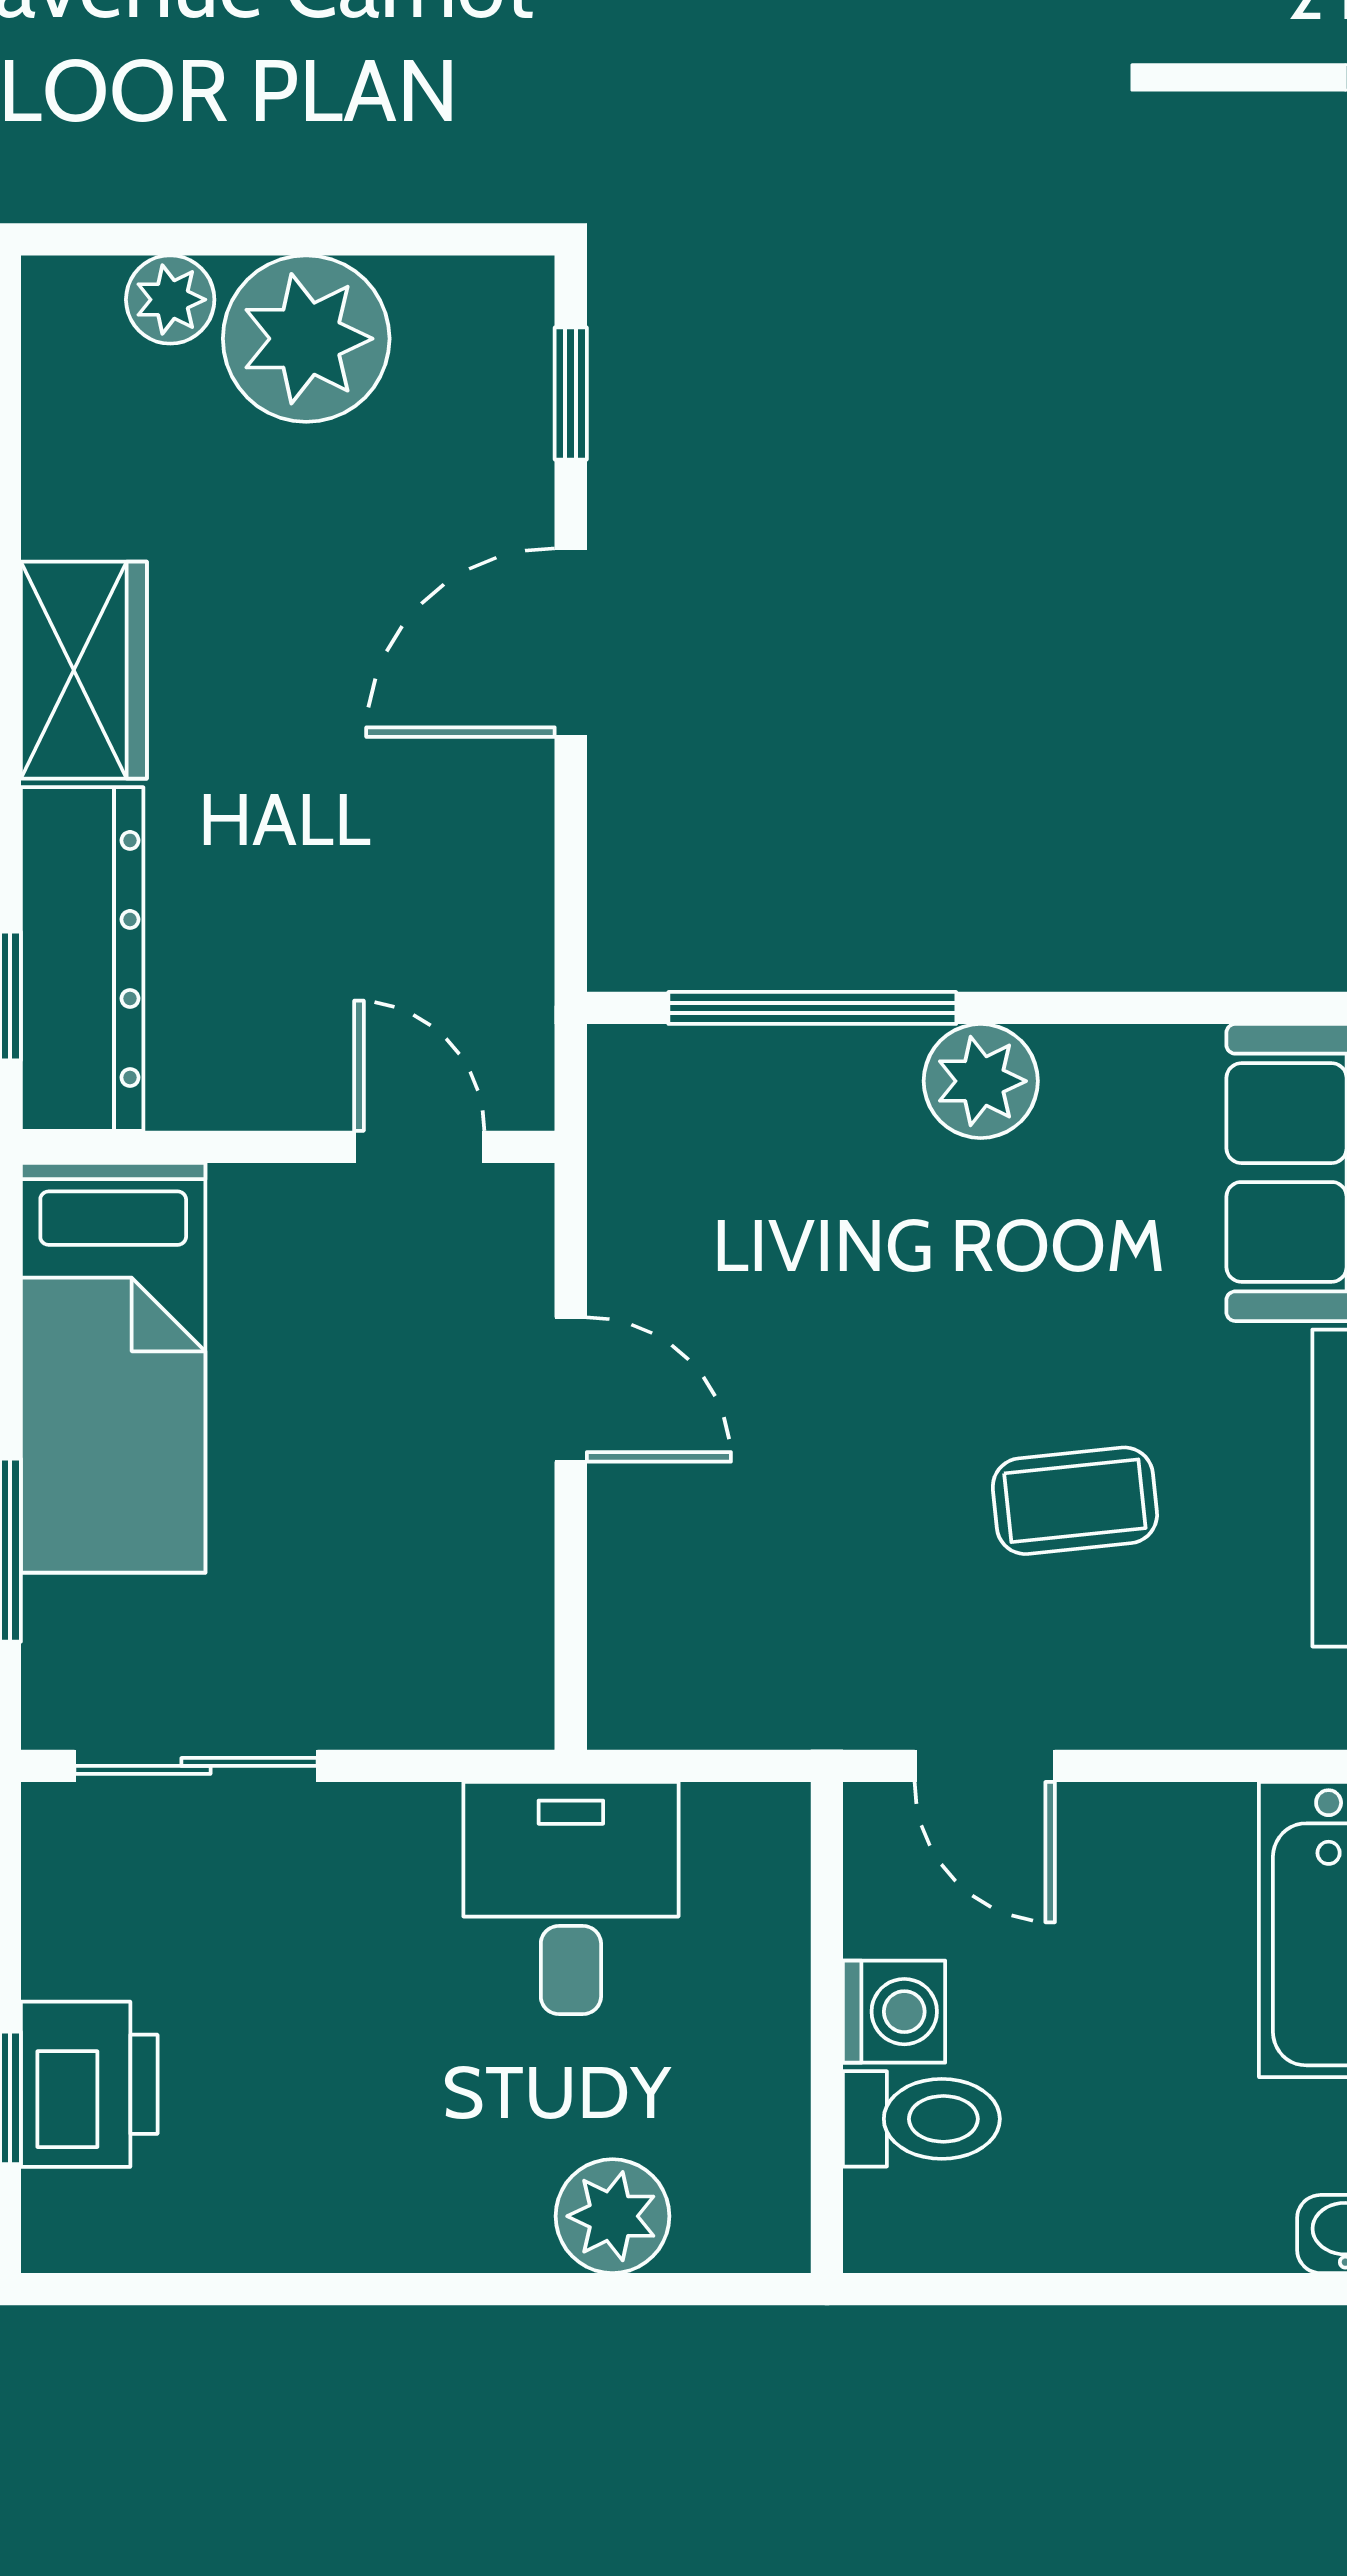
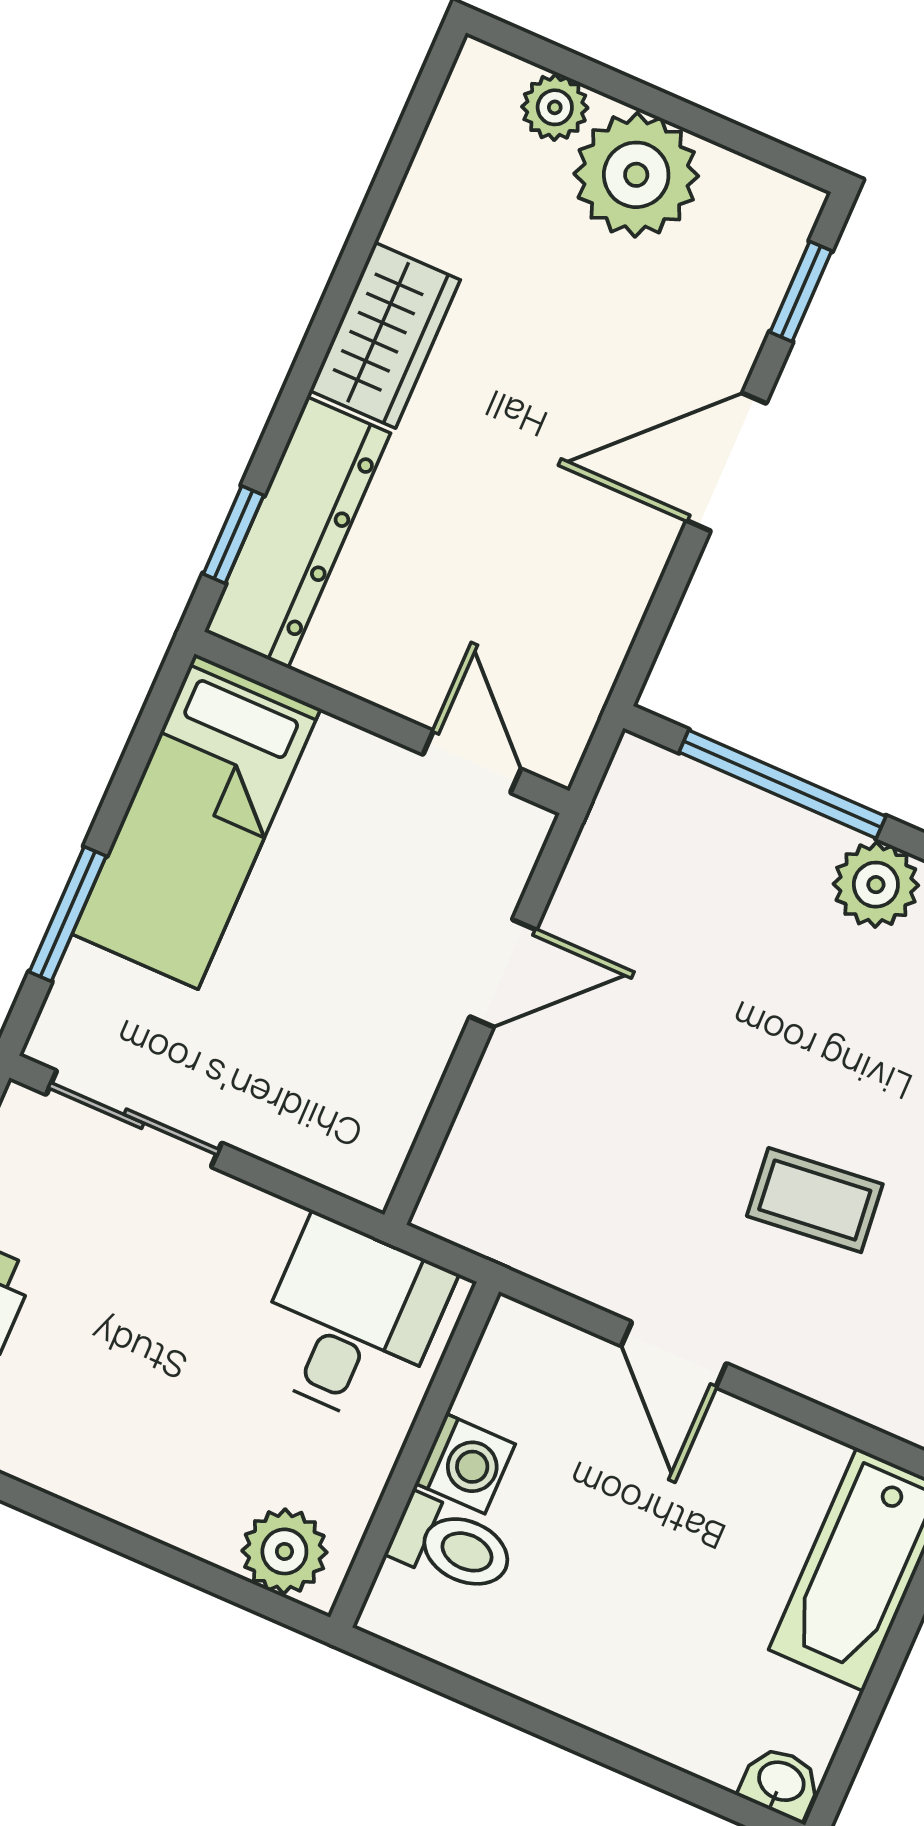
door: (571, 1390) -> (503, 973), hinge flipped
washing machine: (894, 2012) -> (465, 1464), moved
wall: (827, 2028) -> (415, 1455), moved
toilet: (921, 2119) -> (452, 1545), moved

